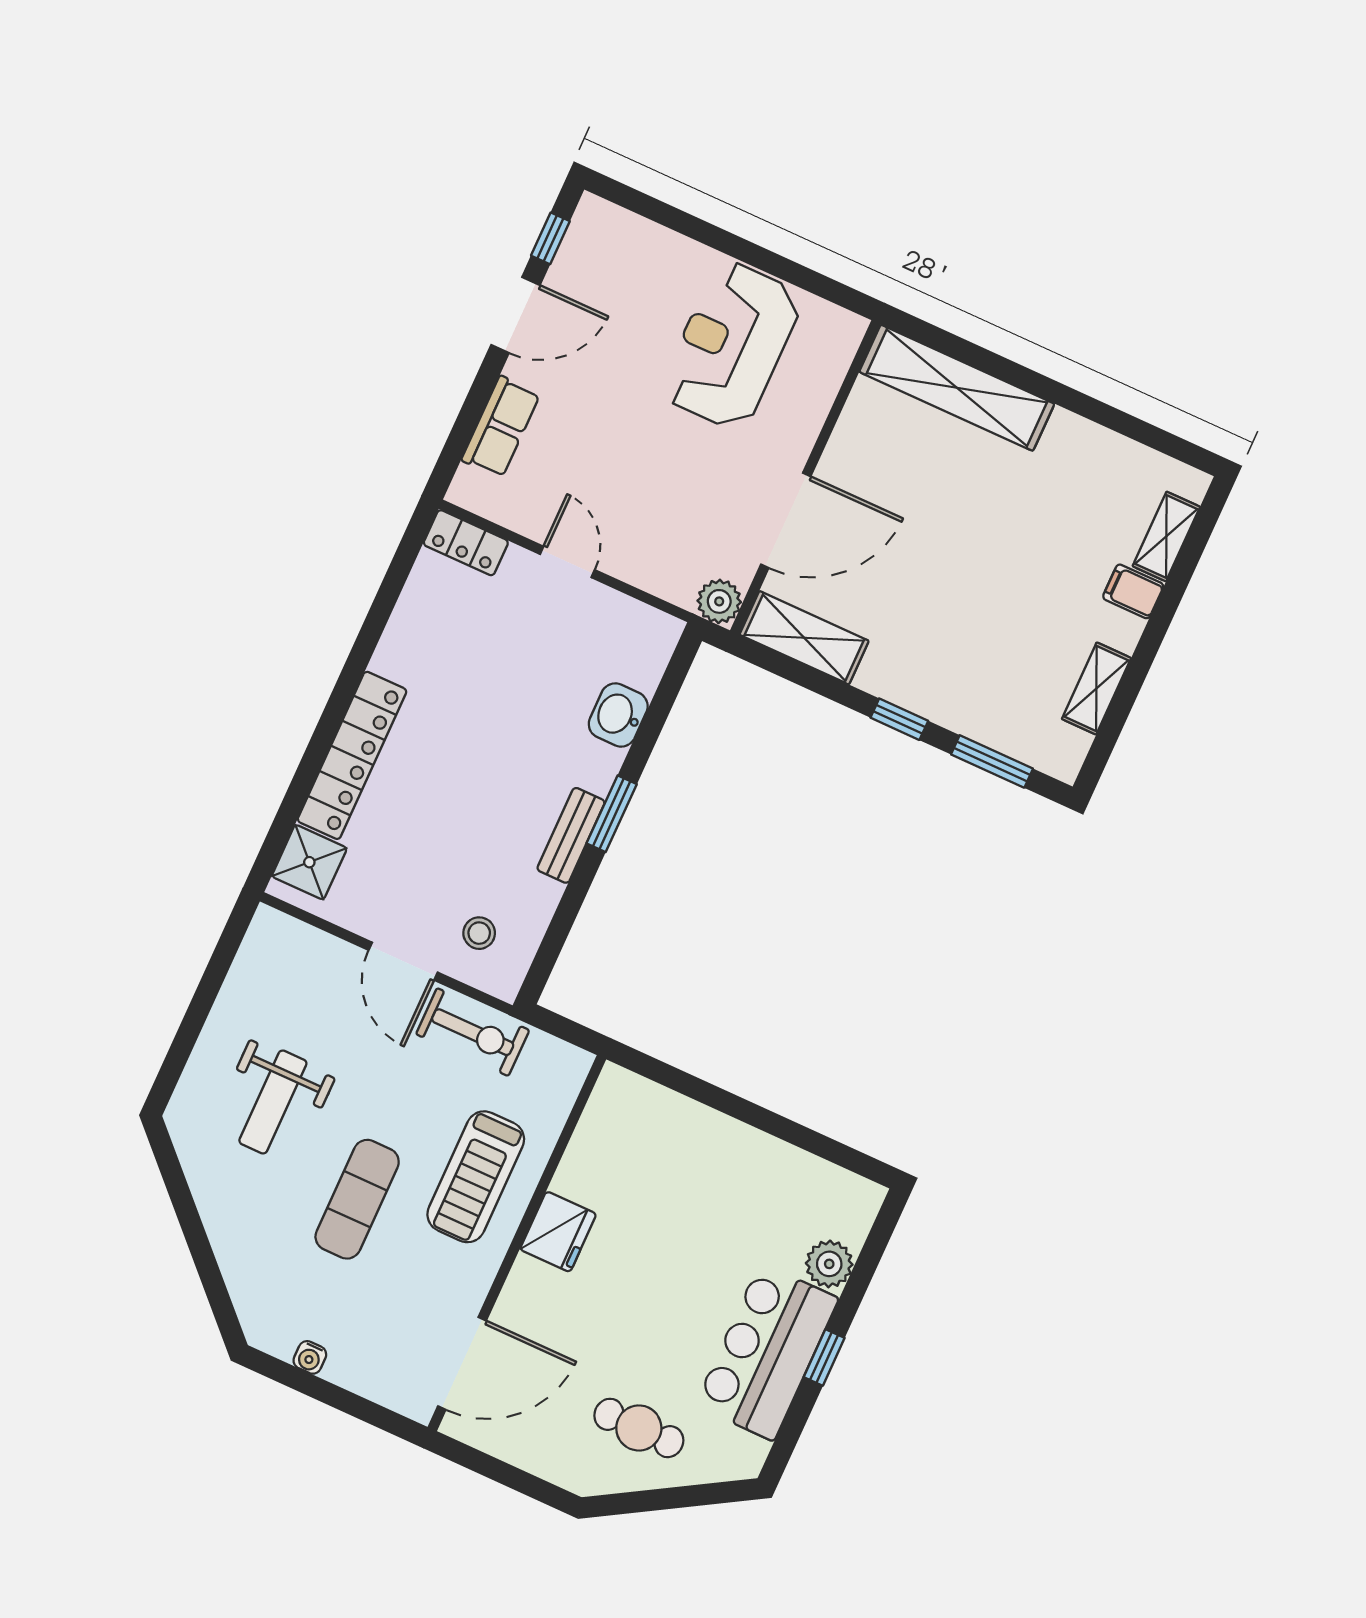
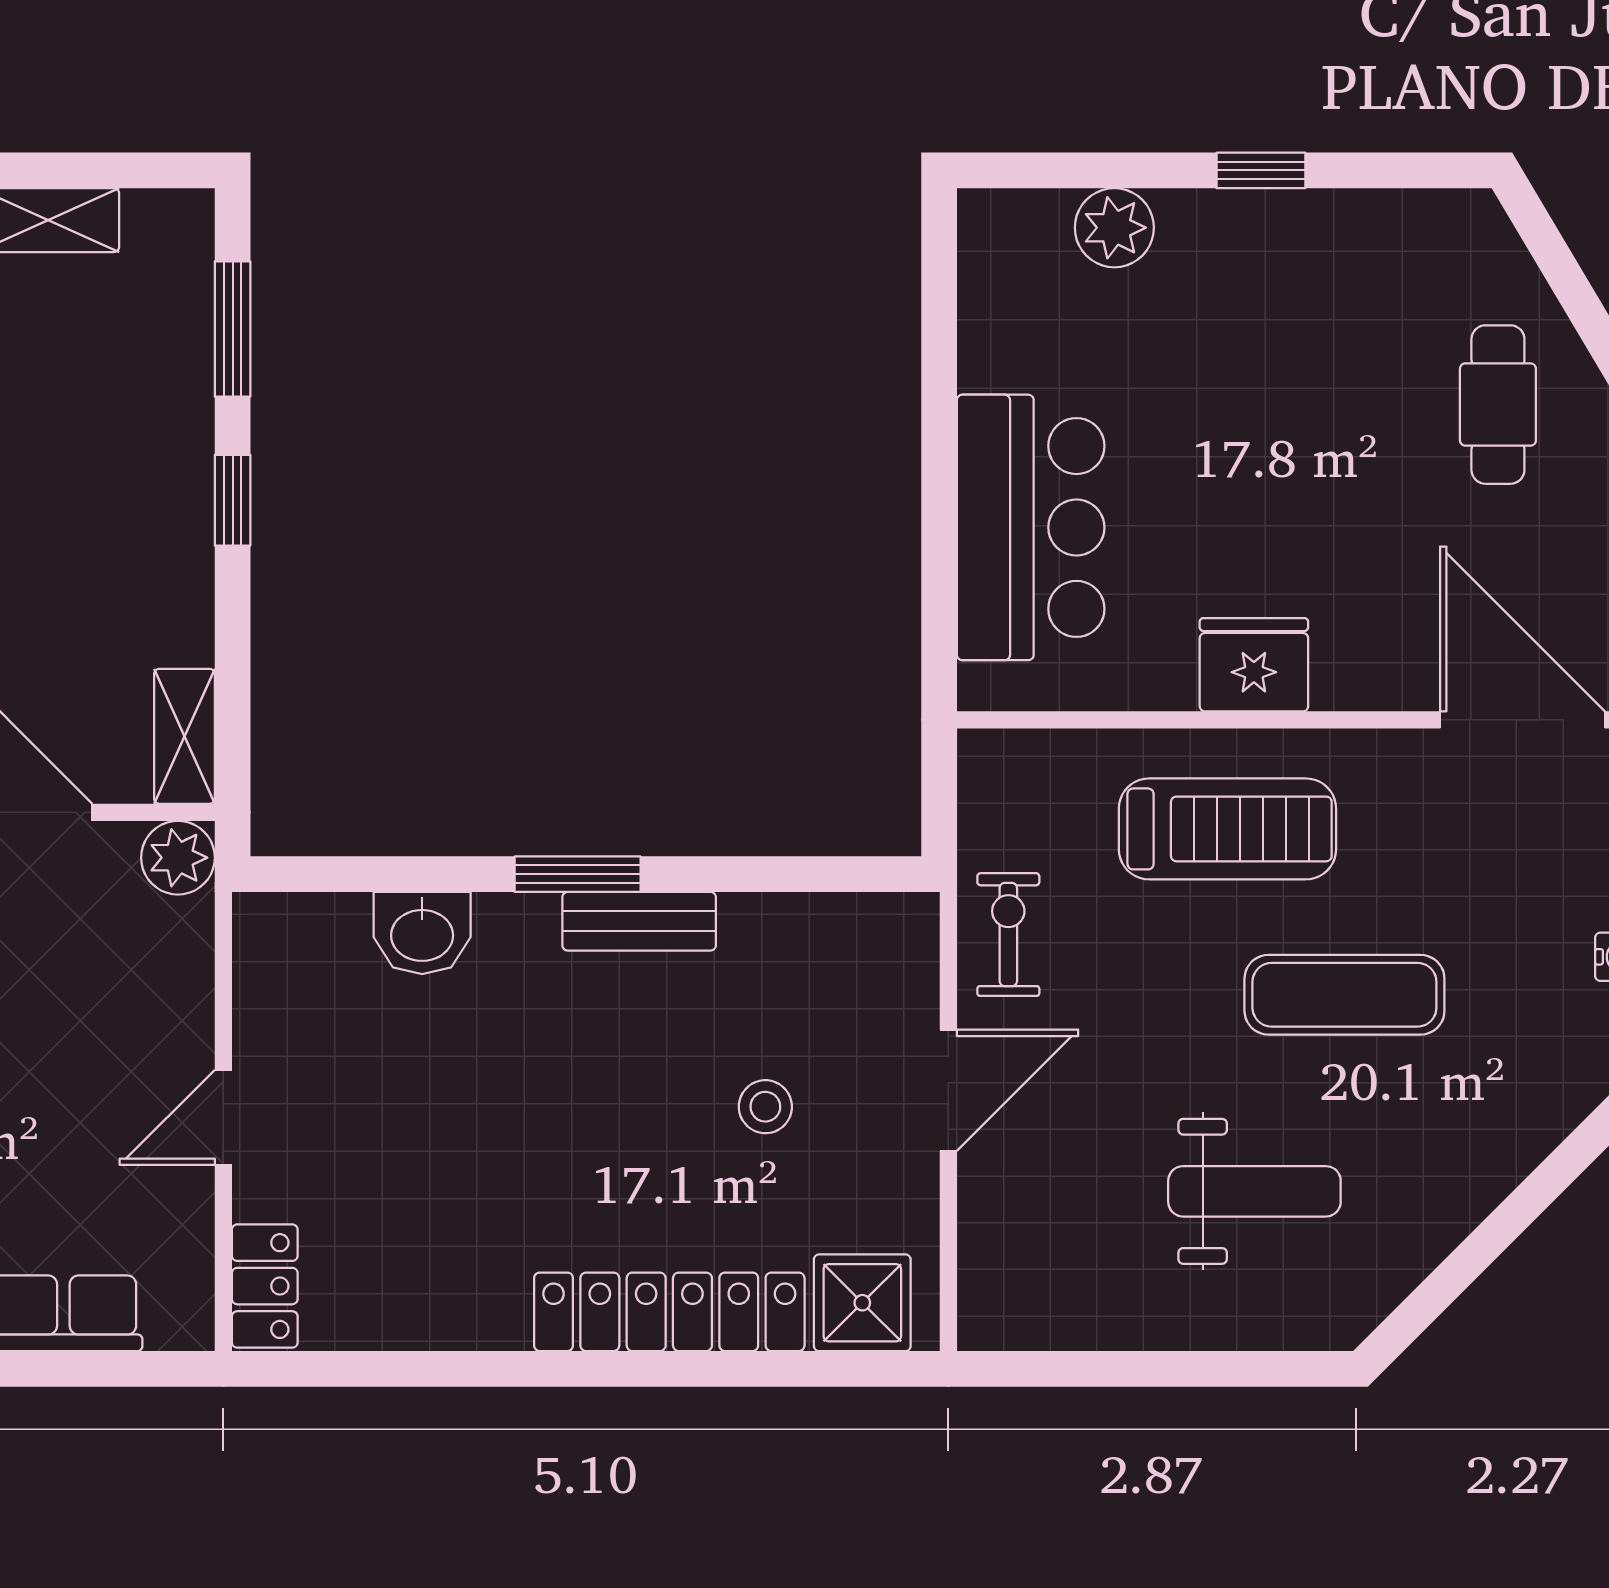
shelving: (804, 638) -> (184, 736), width x0.67, depth x0.75
stool: (479, 933) -> (765, 1107), moved
exercise bike: (473, 1032) -> (1008, 934), width x0.73, depth x0.72
bar counter: (767, 1352) -> (1031, 527), moved, turned -90

